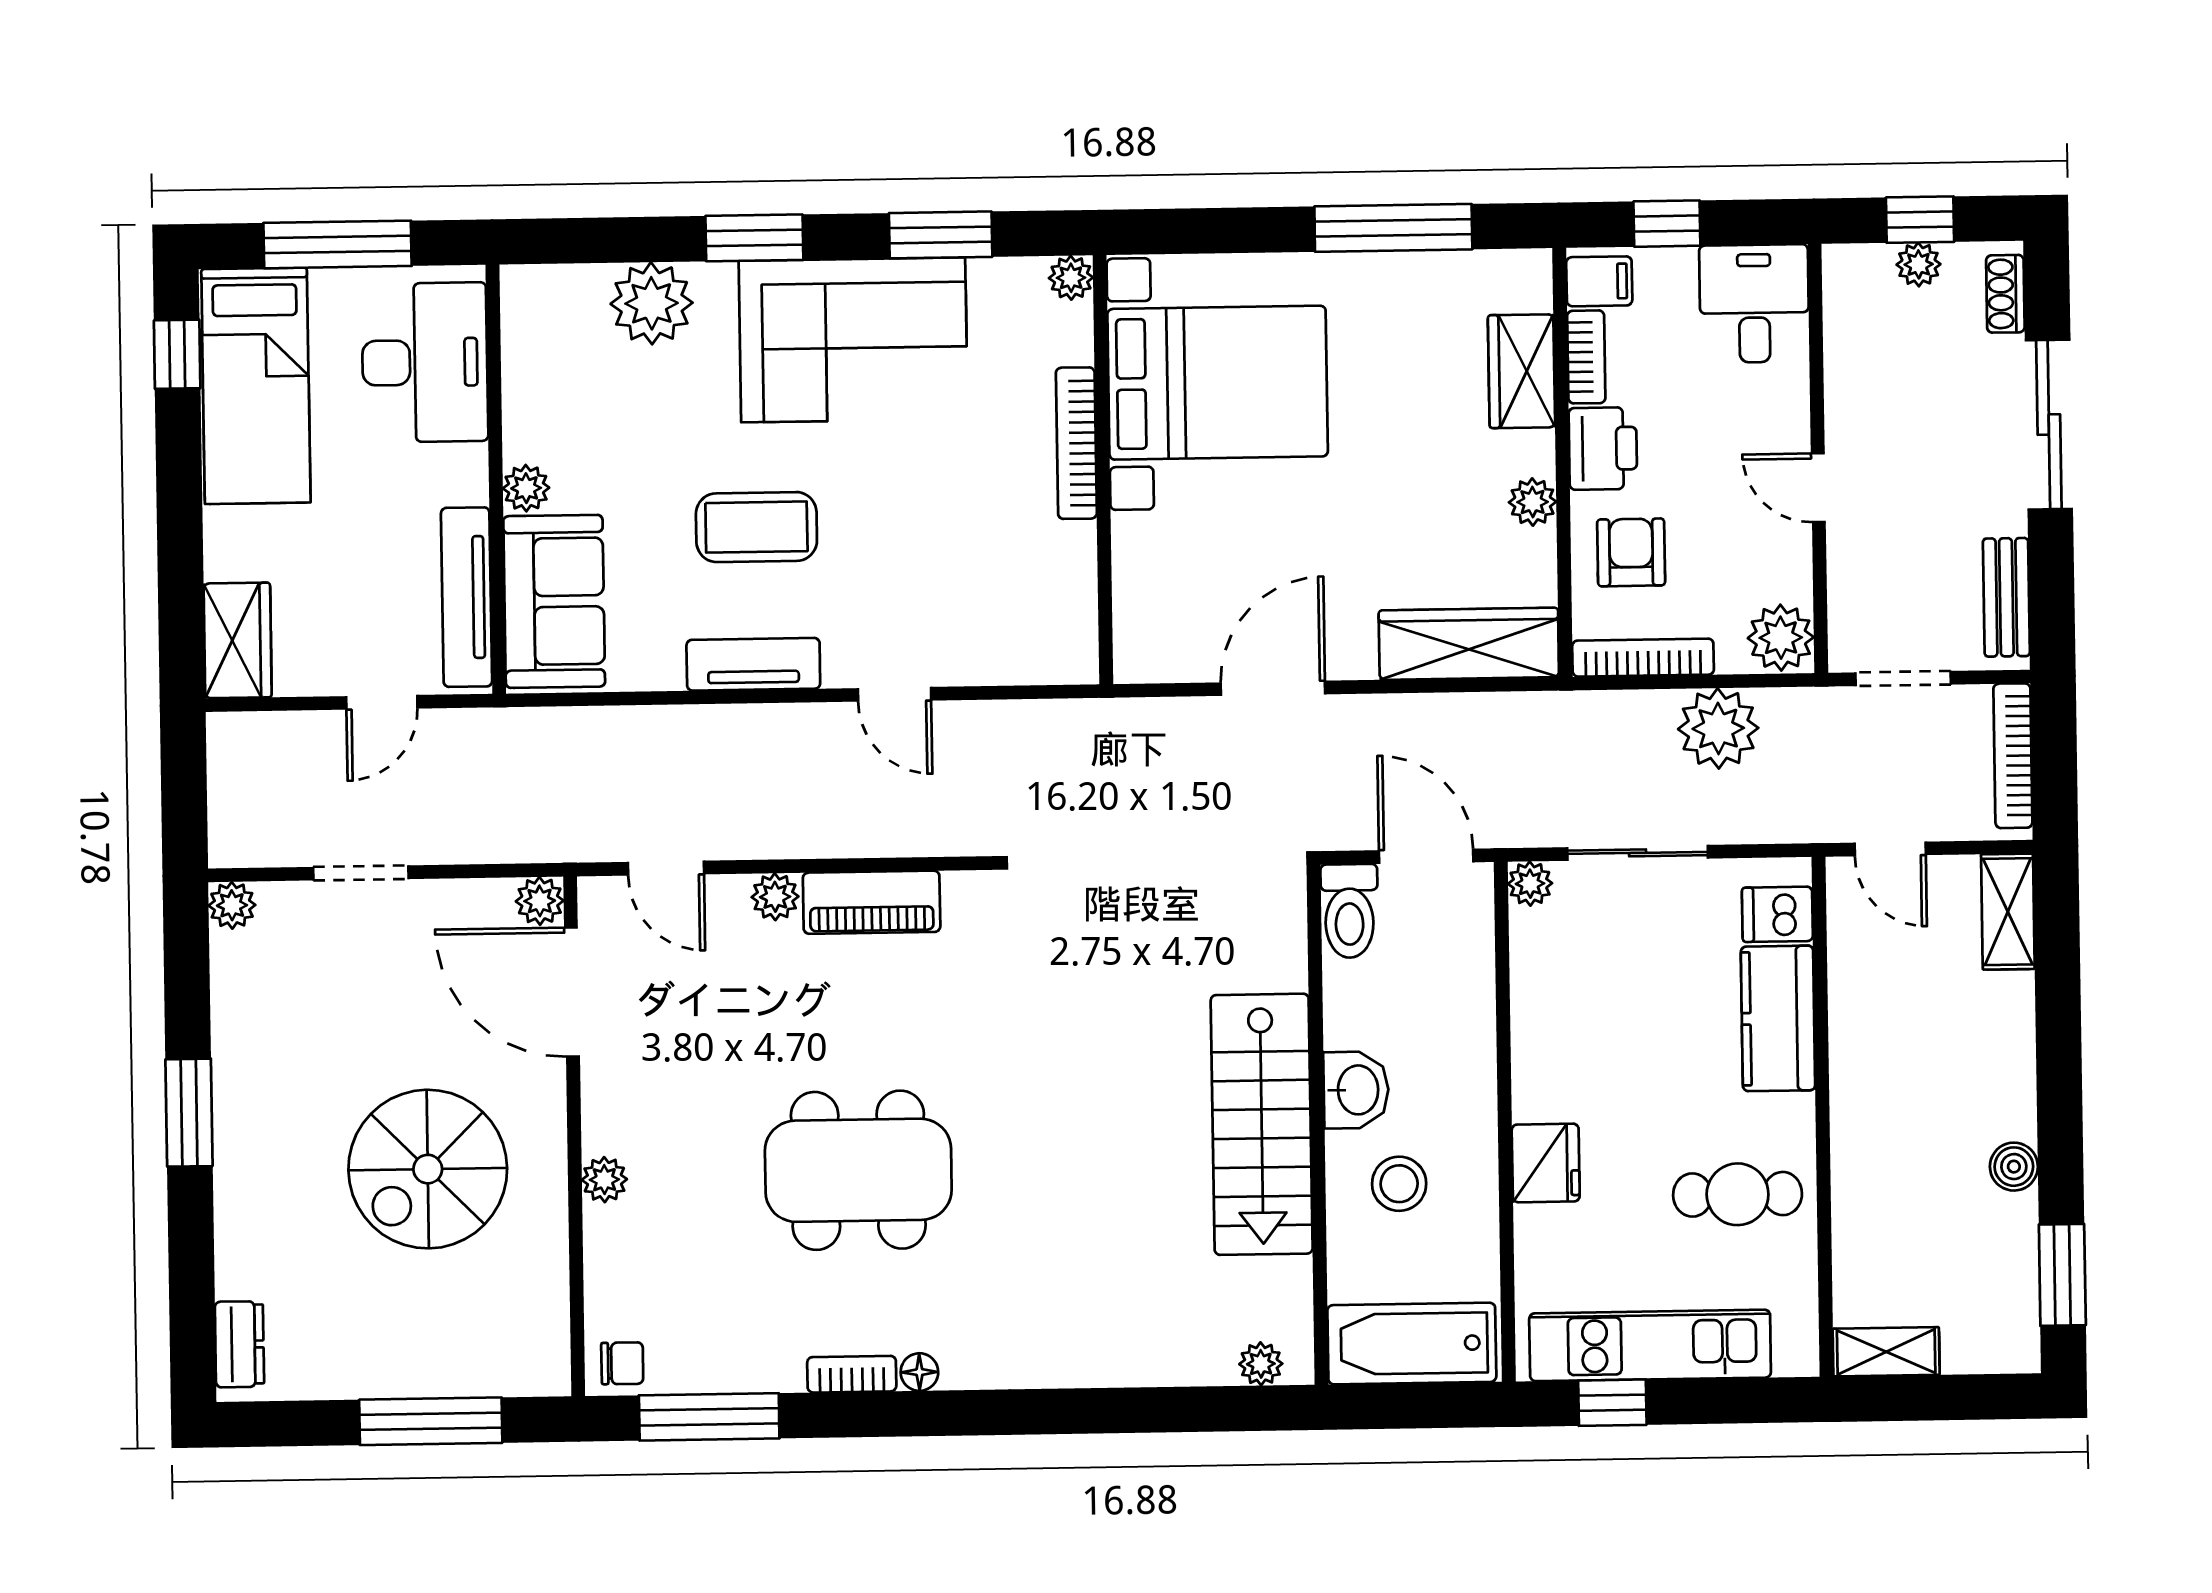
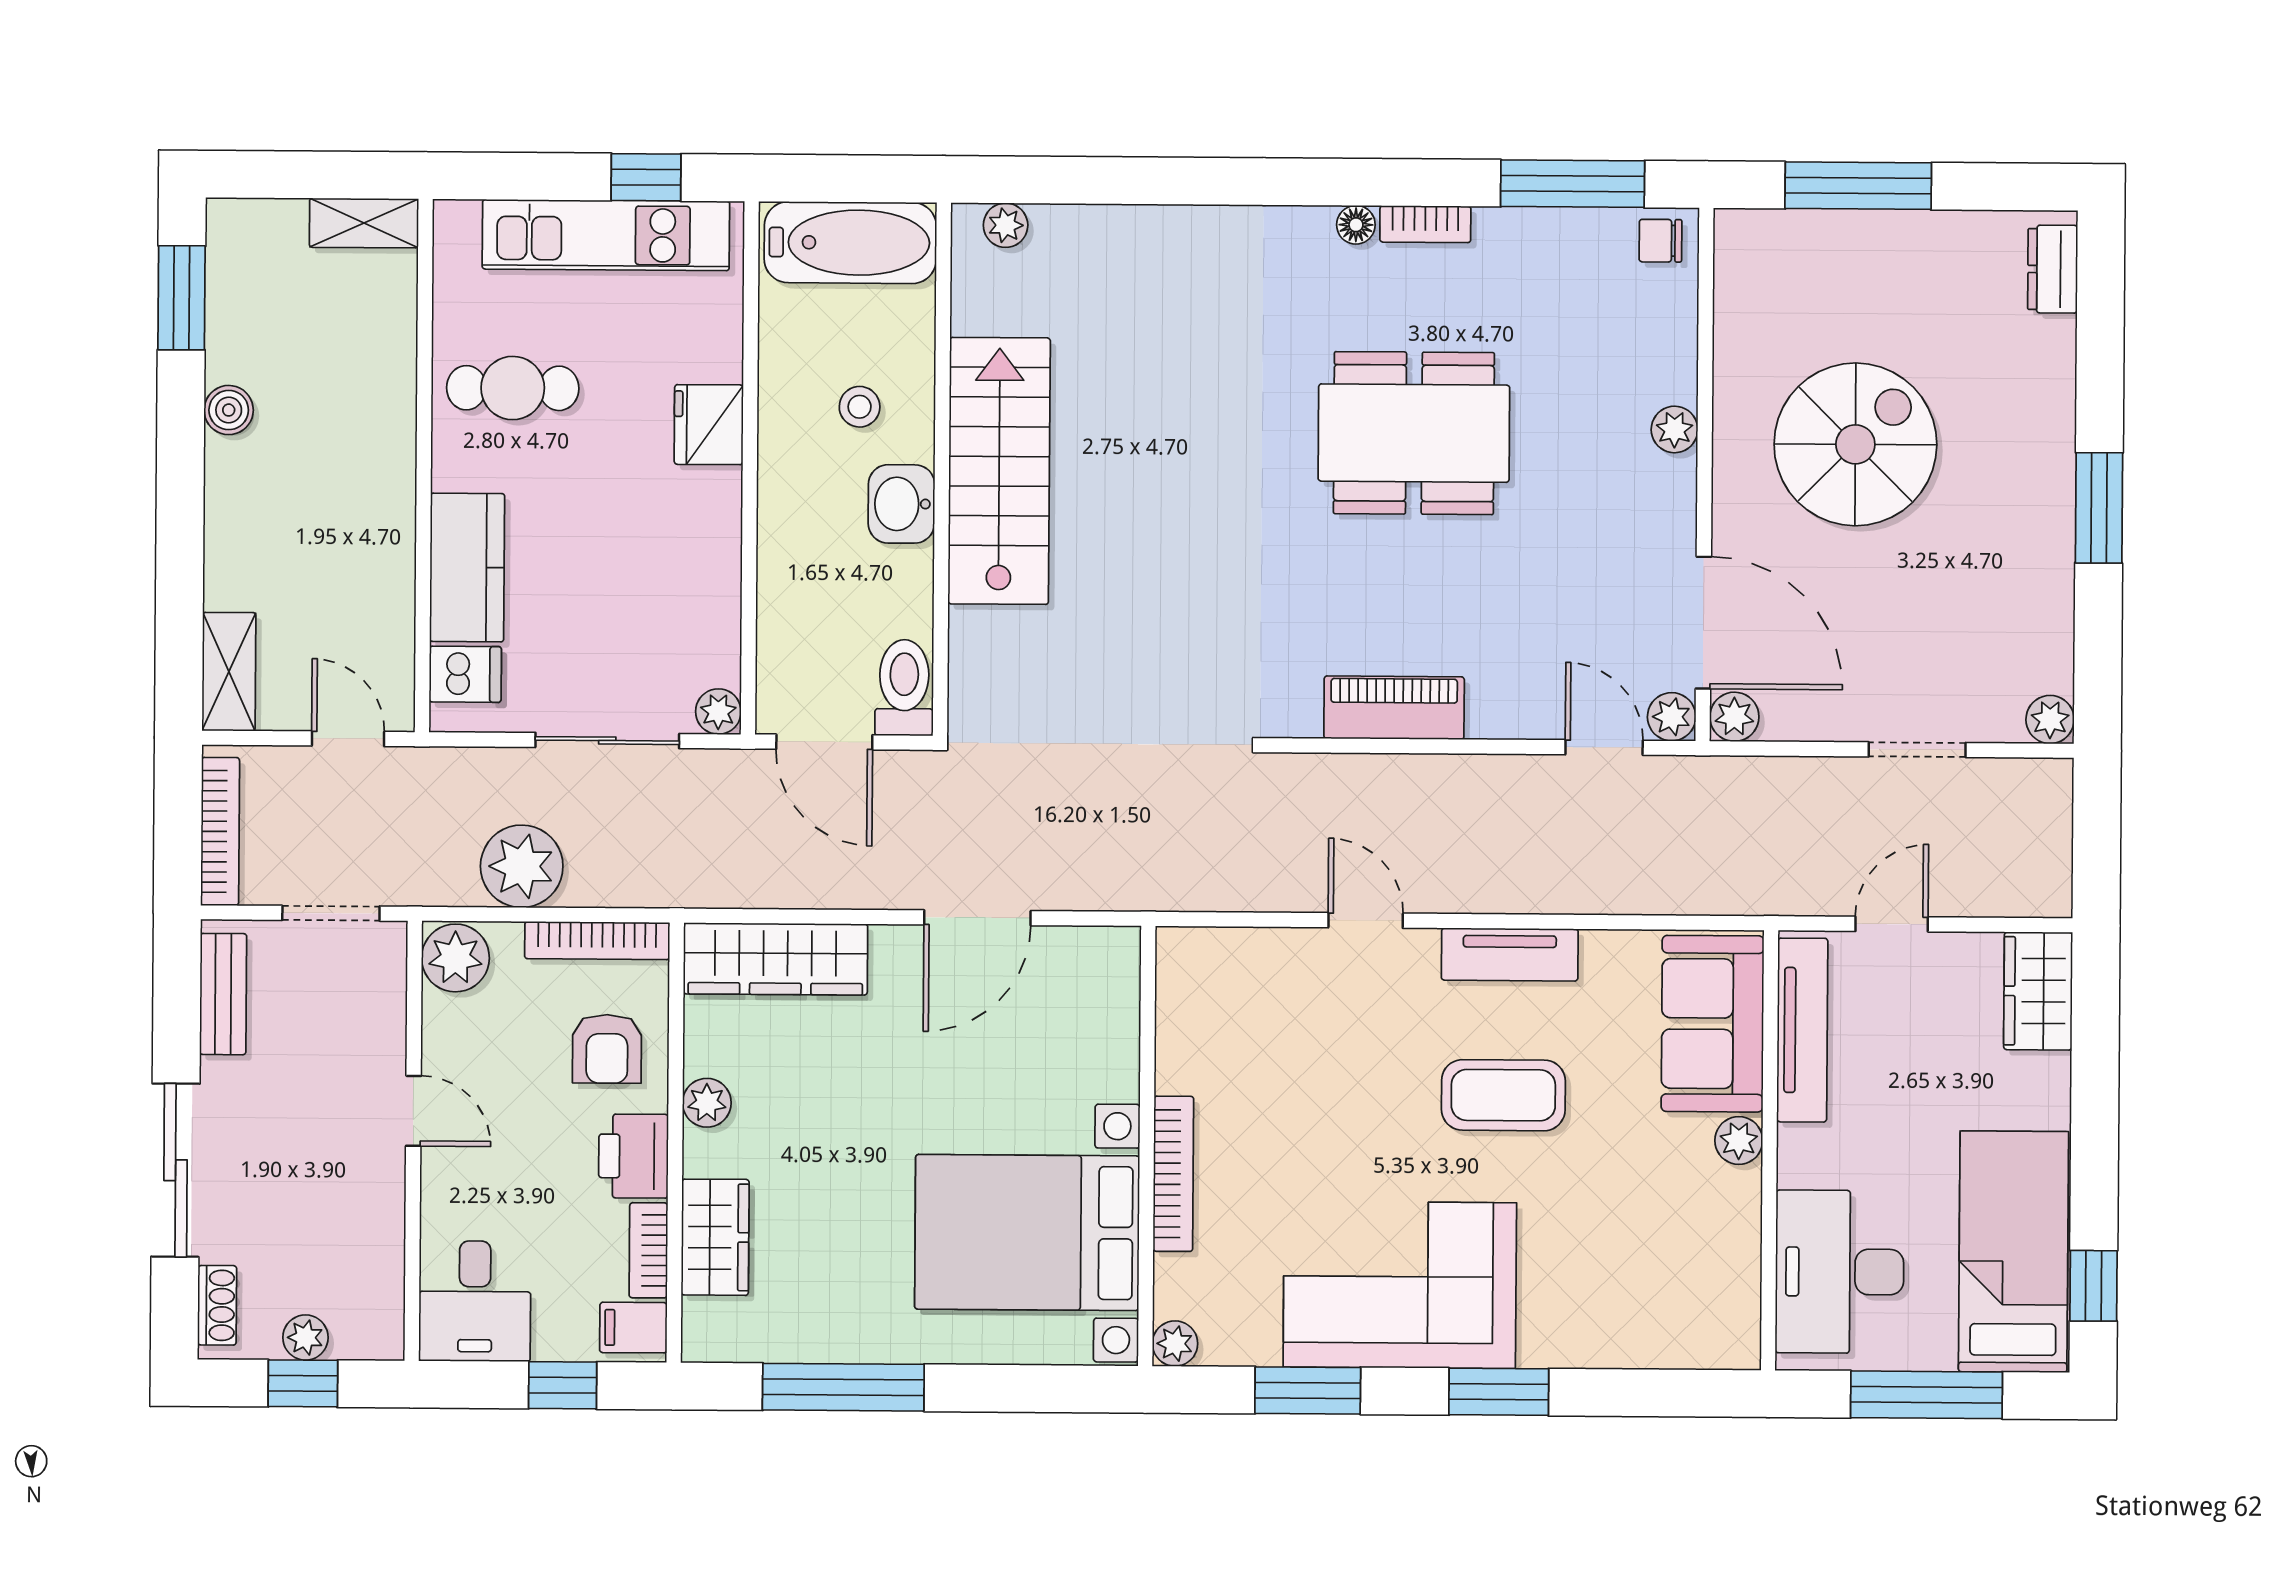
plant: (652, 303) -> (1606, 1327), removed
plant: (775, 897) -> (1672, 717), moved
stool: (1399, 1184) -> (860, 407), width x0.73, depth x0.73

